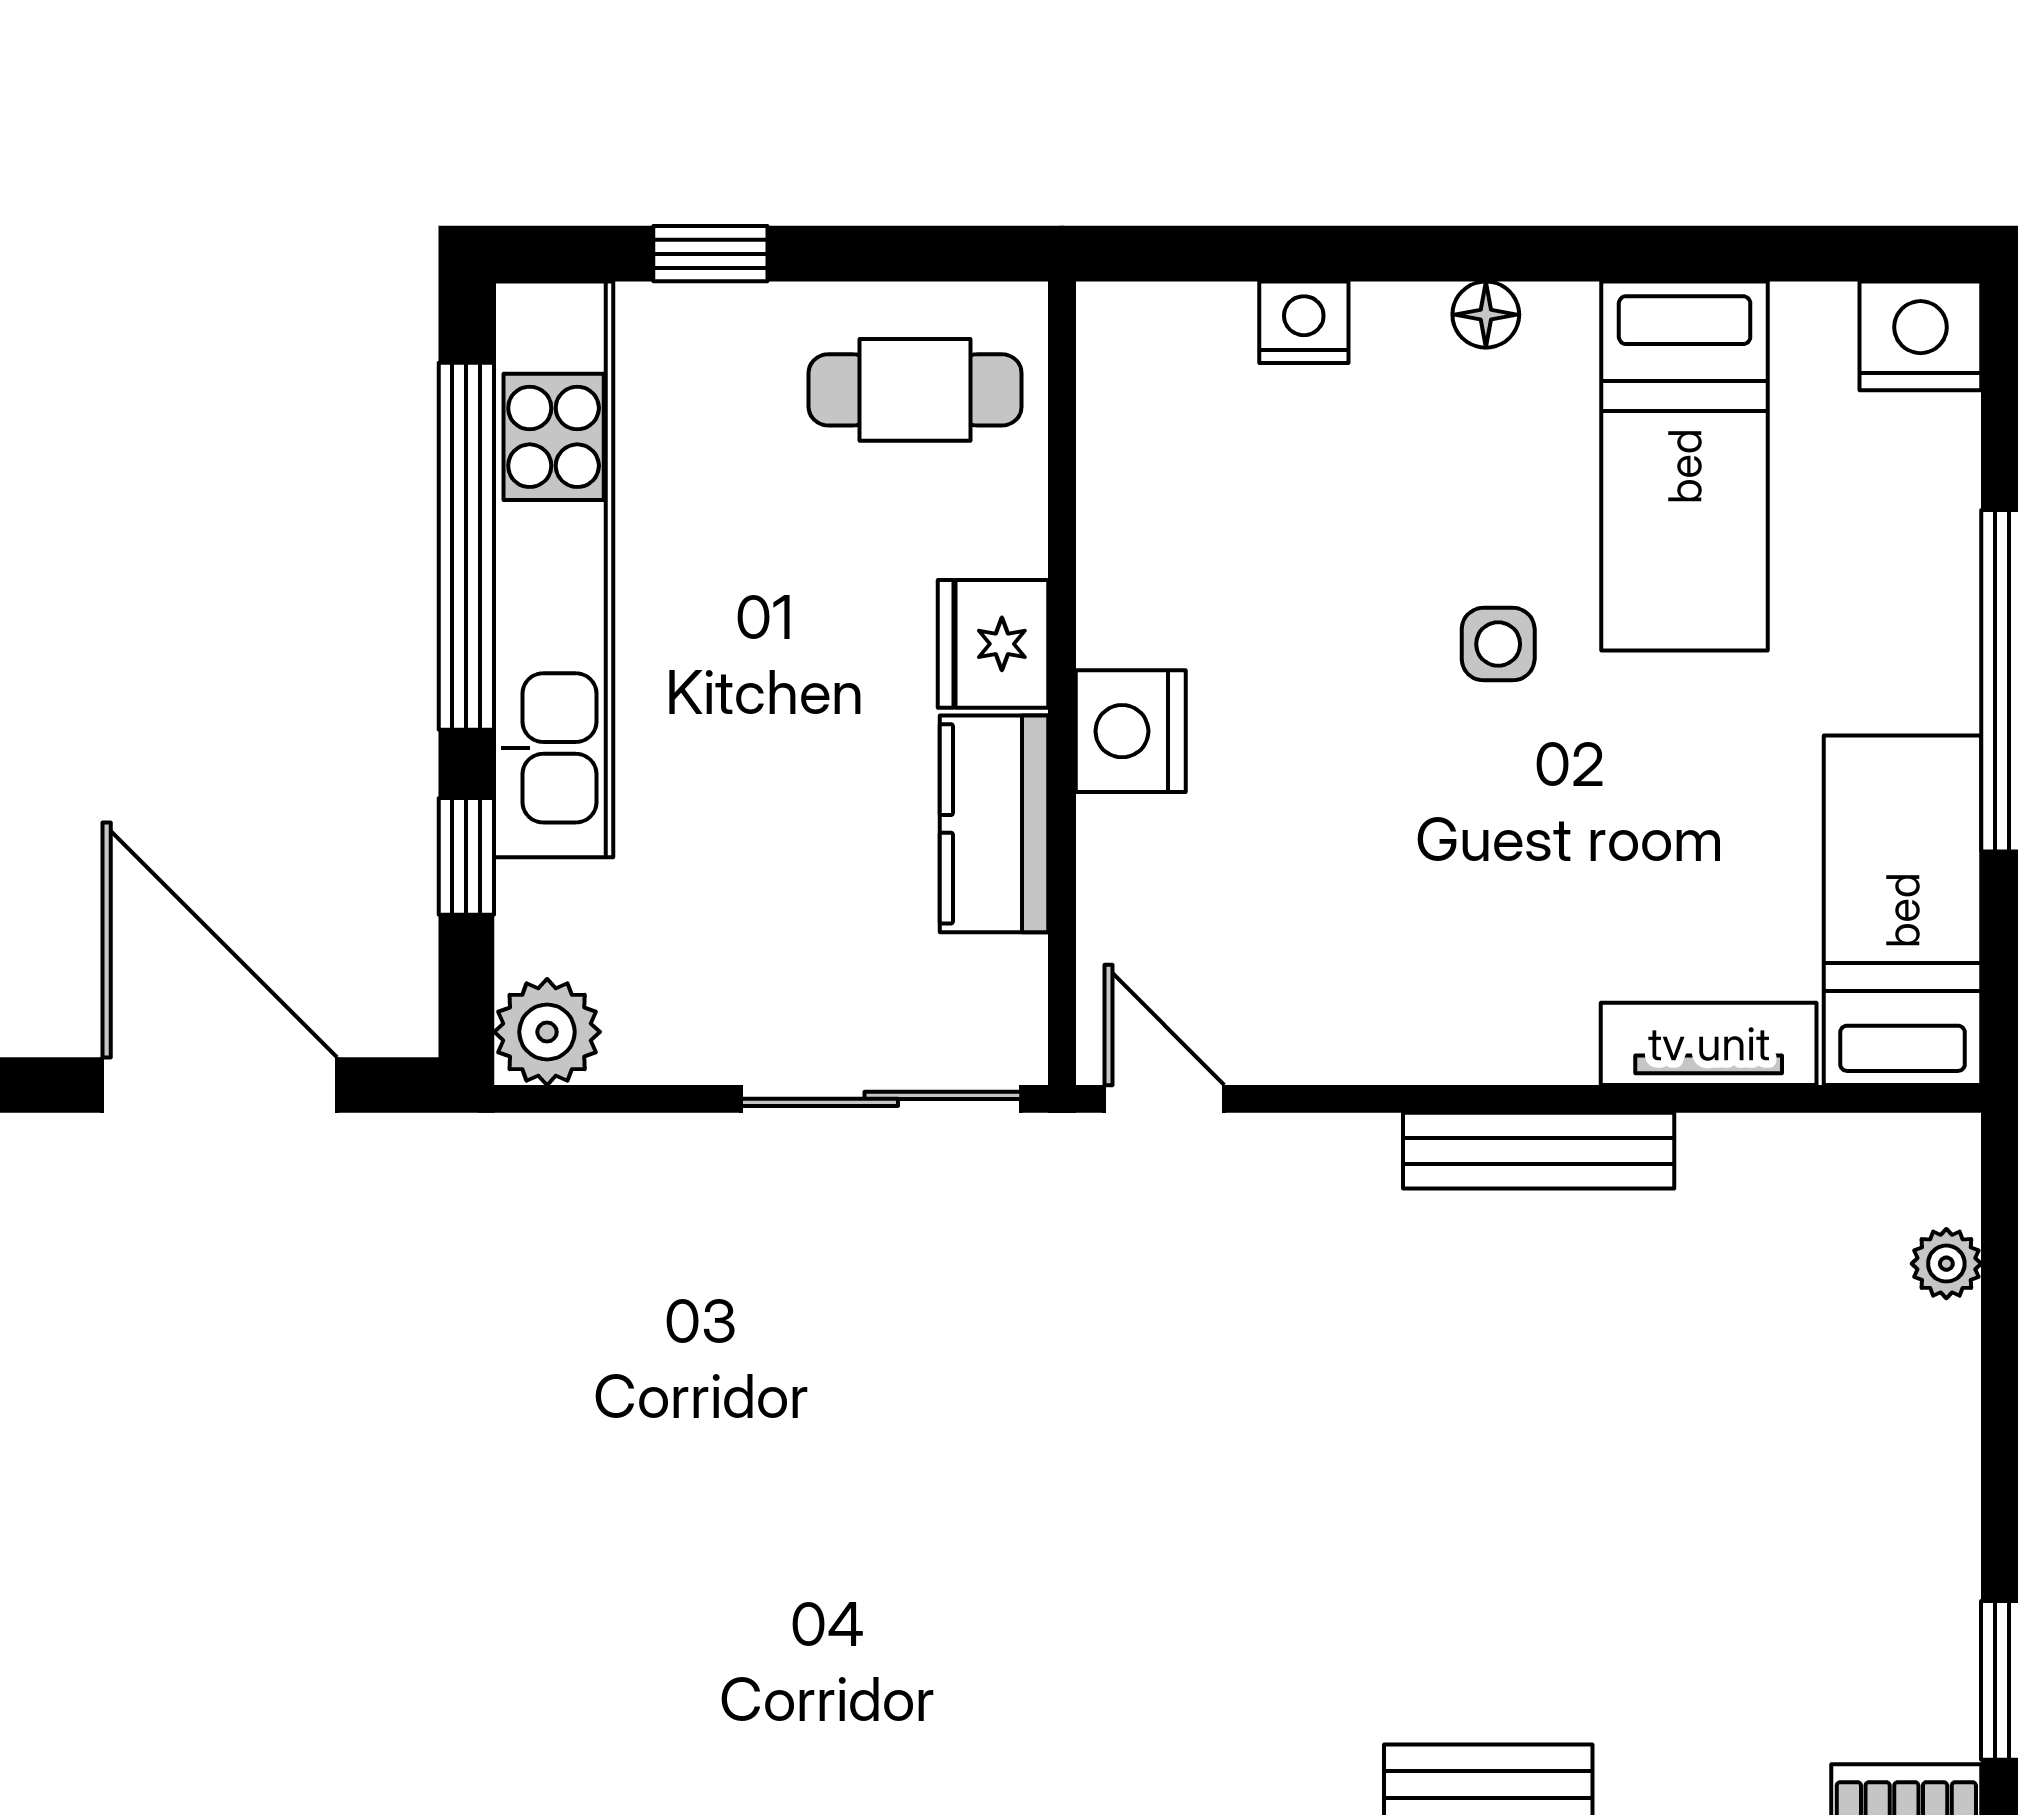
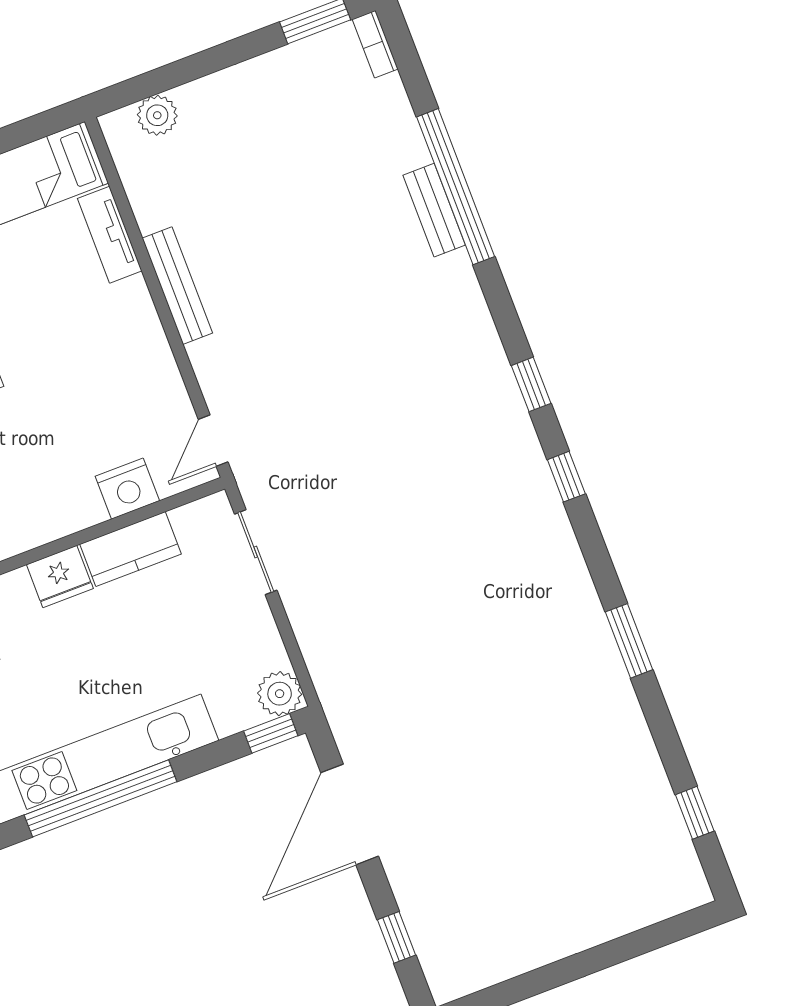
nightstand: (1131, 731) -> (127, 489), moved
window: (466, 856) -> (271, 733), moved
sliding door: (881, 1099) -> (256, 552), width x0.73
plant: (1946, 1264) -> (157, 115), width x1.38, depth x1.38

